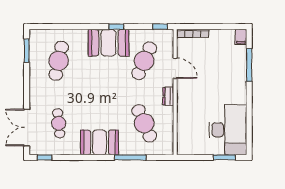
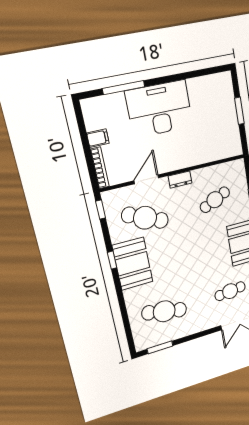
filing cabinet: (241, 37) -> (98, 138), moved
cafe table: (144, 123) -> (215, 200), width x0.73, depth x0.74
desk: (228, 130) -> (160, 109), moved
window: (224, 157) -> (239, 111), moved

